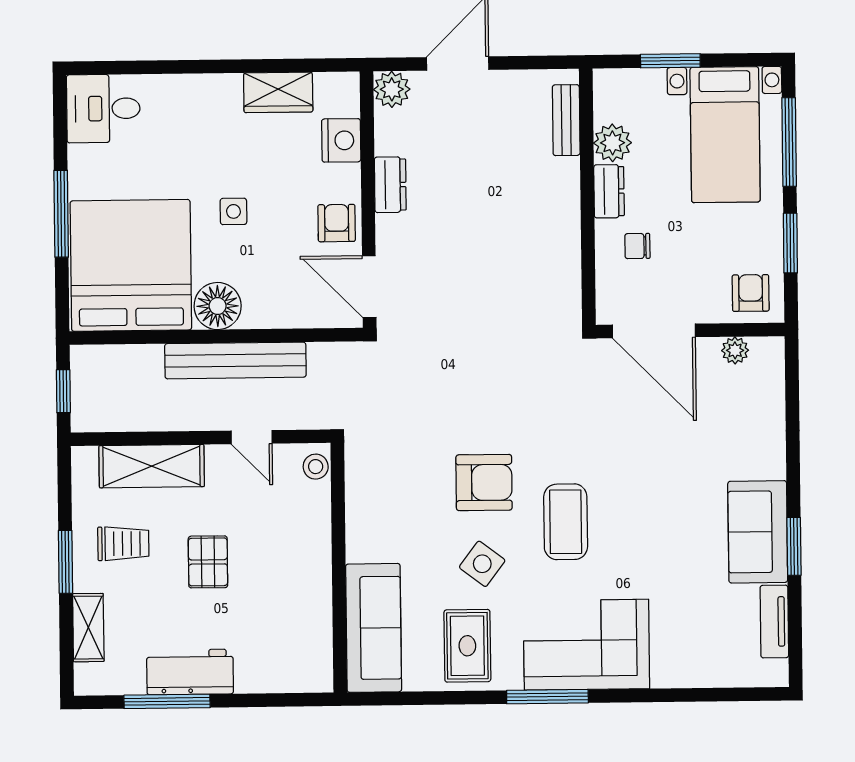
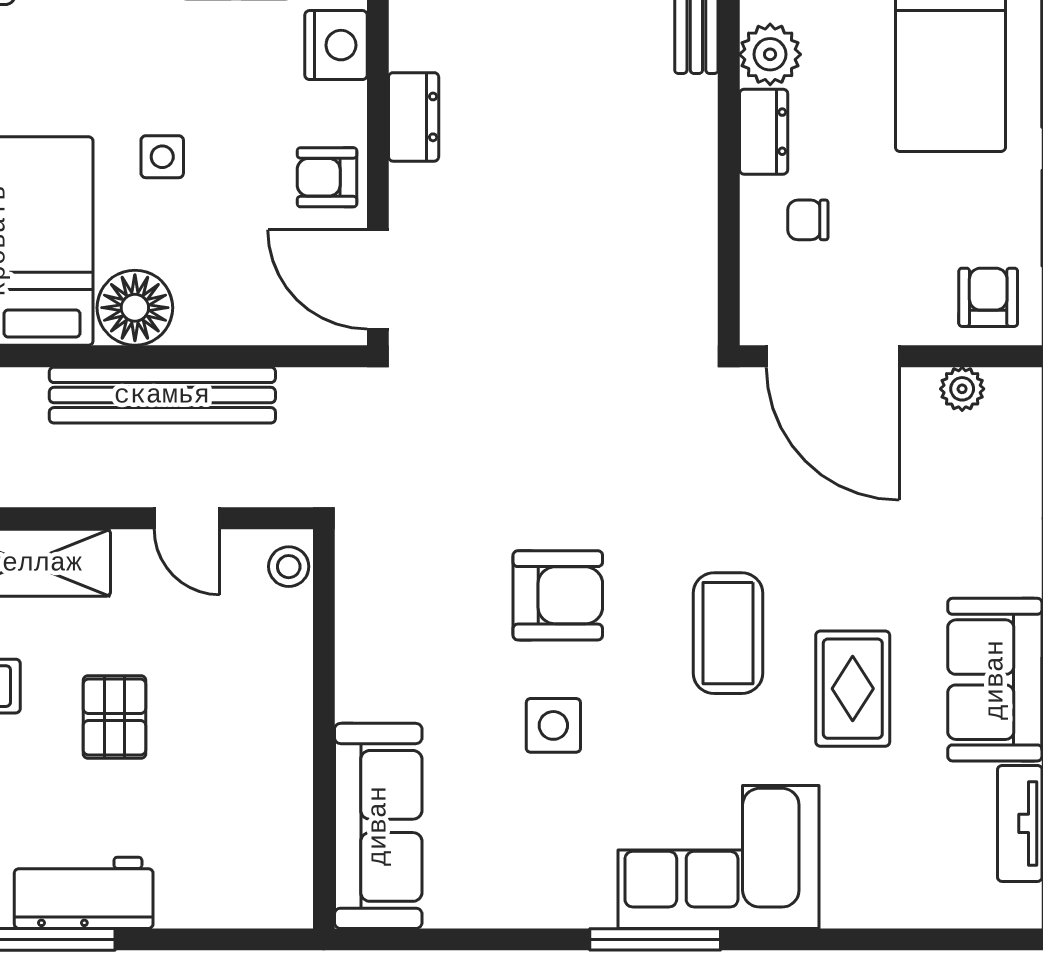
armchair: (337, 223) -> (327, 177), turned -90
coffee table: (566, 522) -> (728, 633), moved
side table: (482, 564) -> (553, 725), turned -37
rug: (467, 646) -> (853, 689), moved

